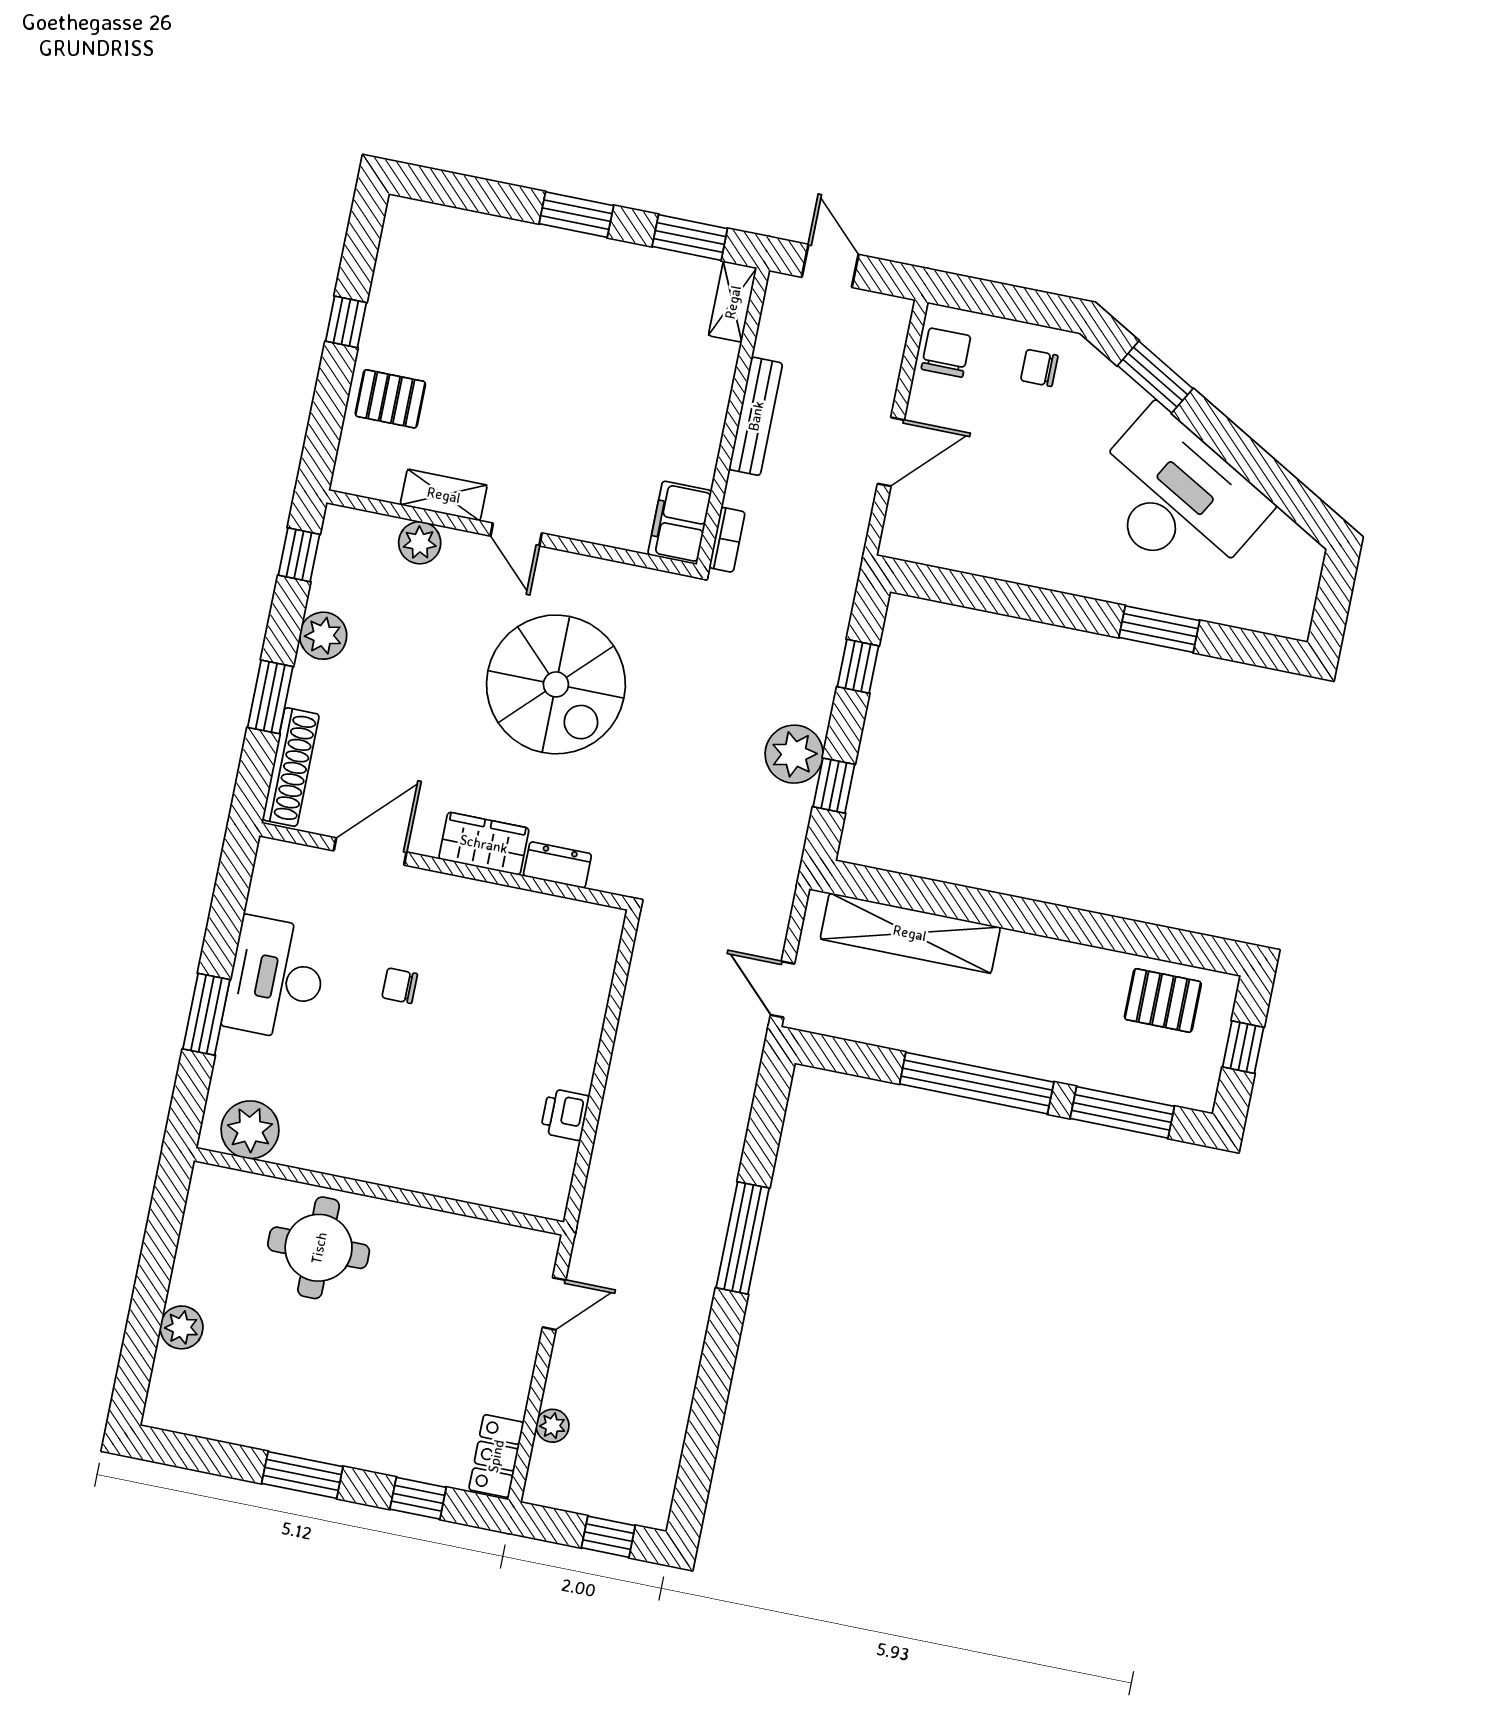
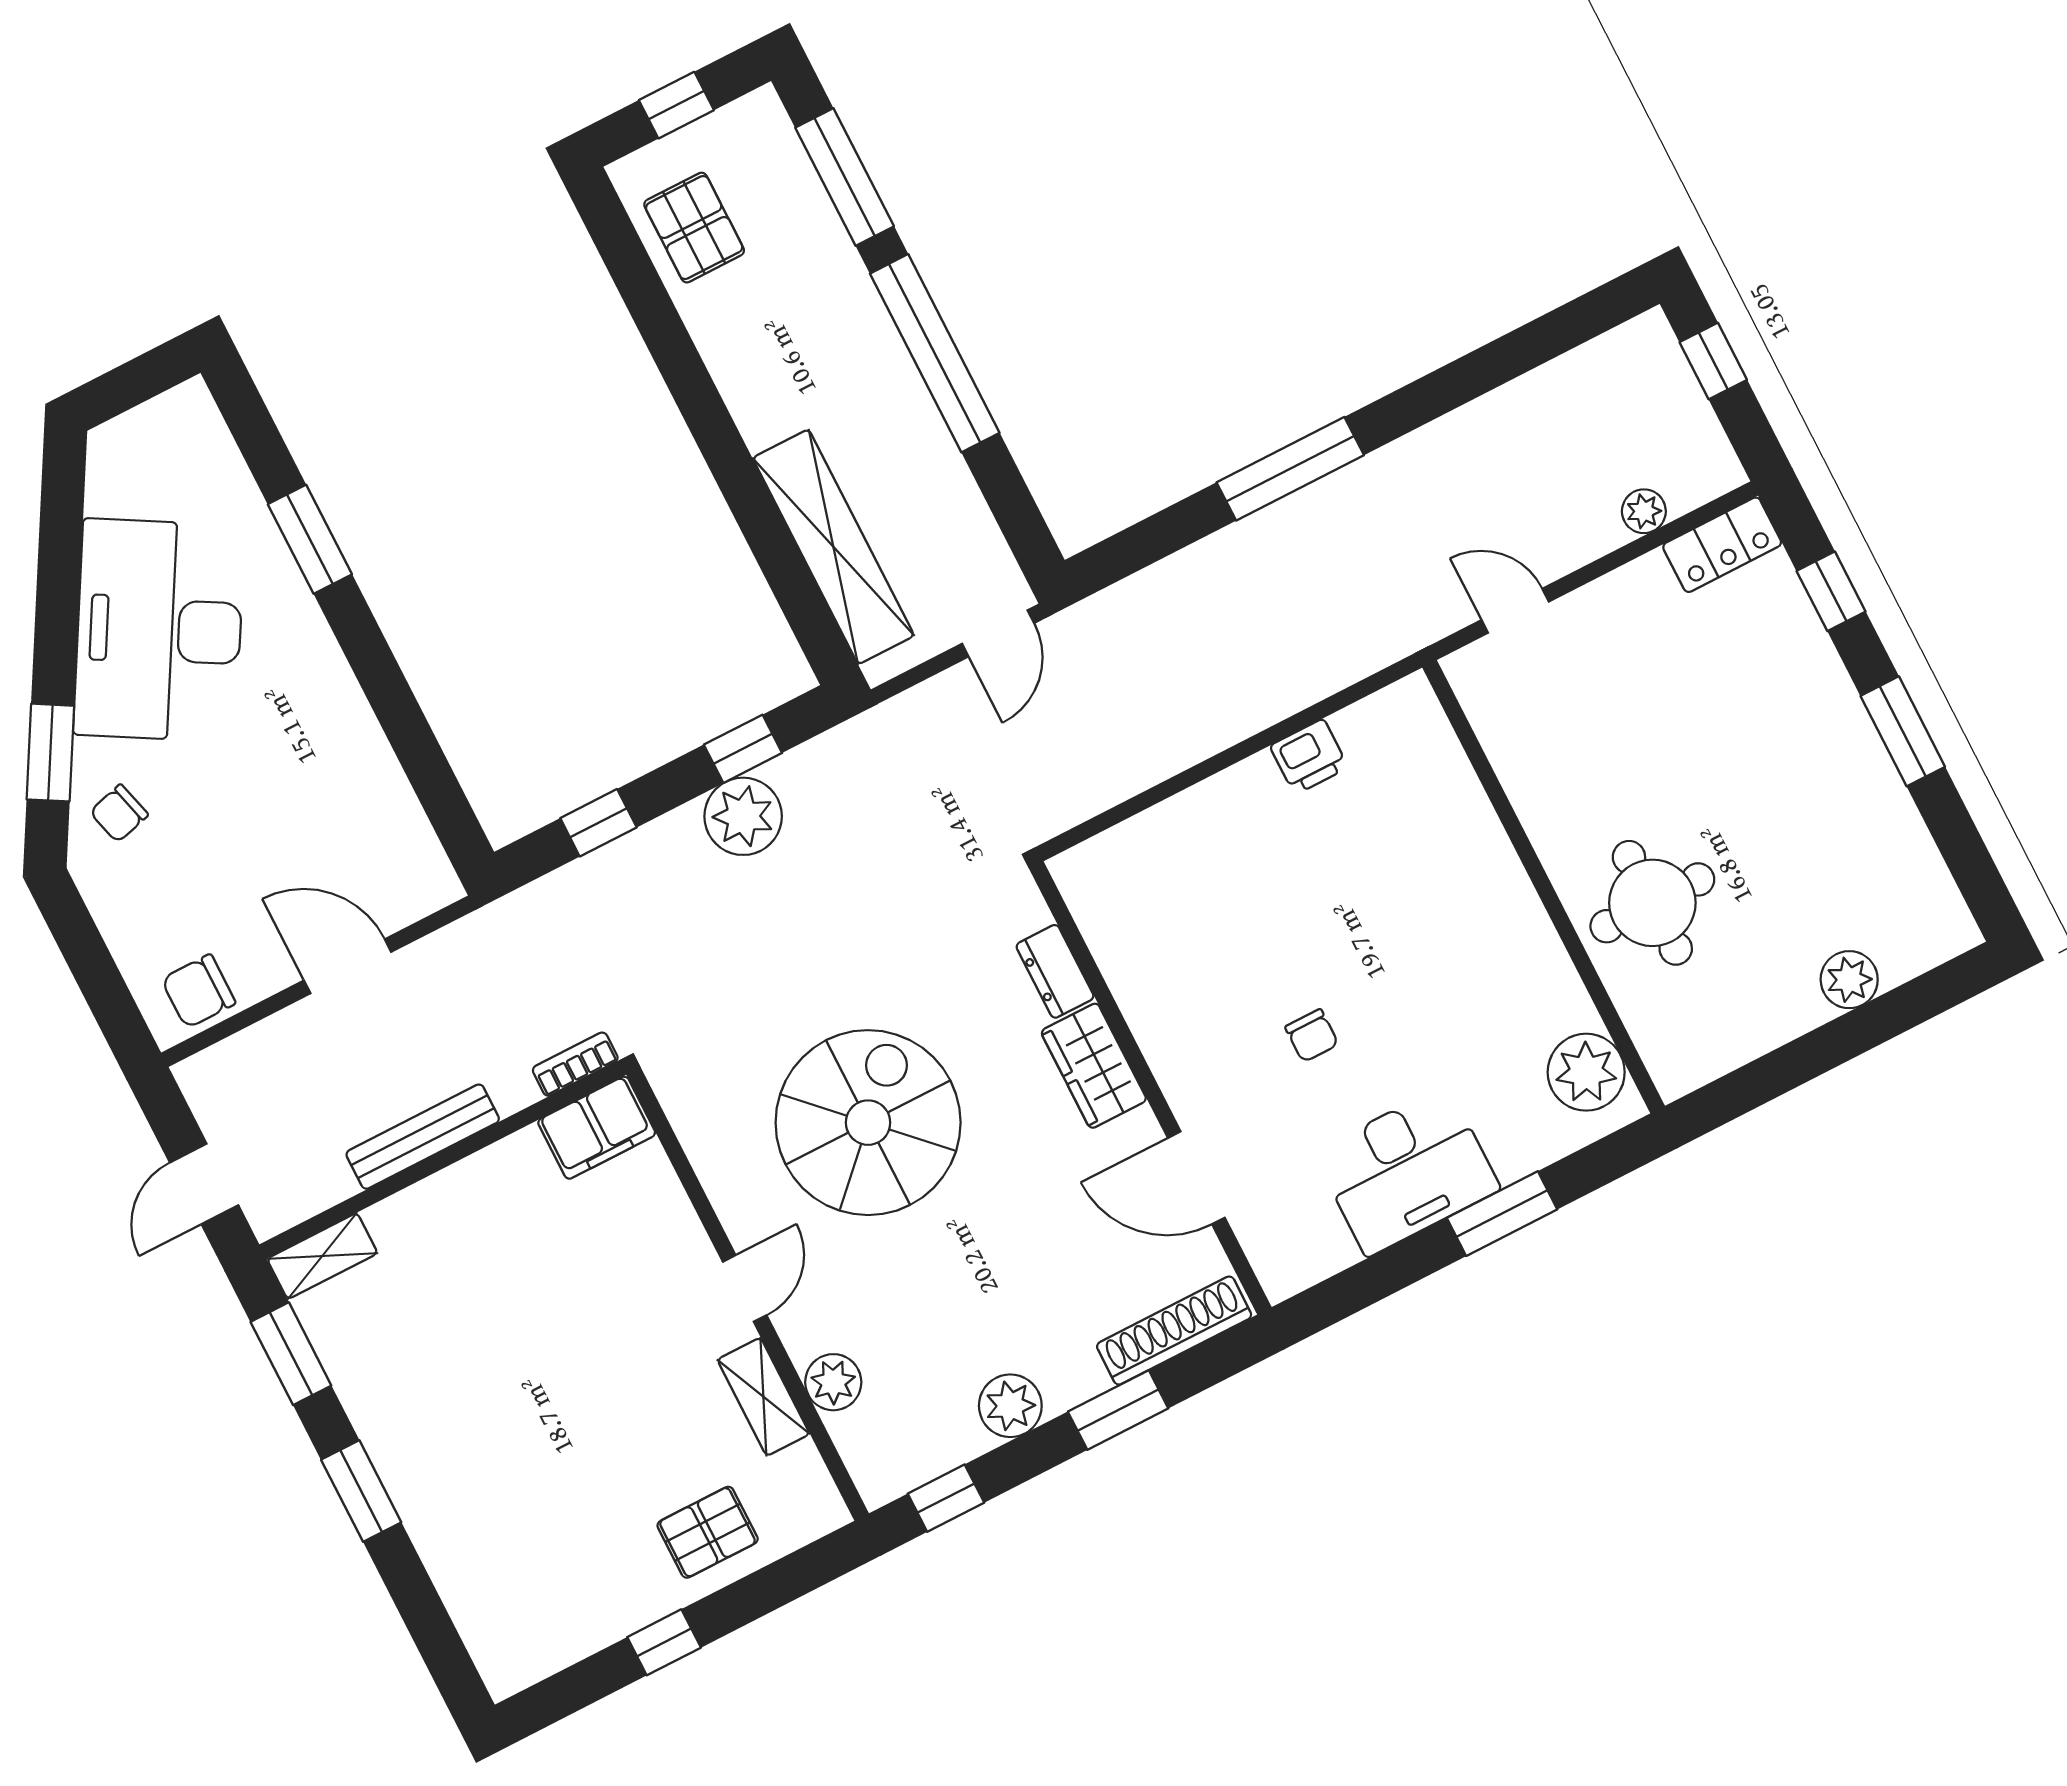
chair: (1039, 368) -> (119, 813), moved, turned 75
pallet: (390, 399) -> (708, 1532), turned 90

